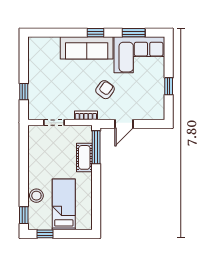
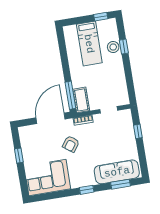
window: (134, 33) -> (121, 184), moved
sofa: (87, 48) -> (117, 172), moved
door: (124, 124) -> (51, 118), width x1.88
cot: (84, 157) -> (81, 100), moved
window: (24, 215) -> (124, 47), moved

